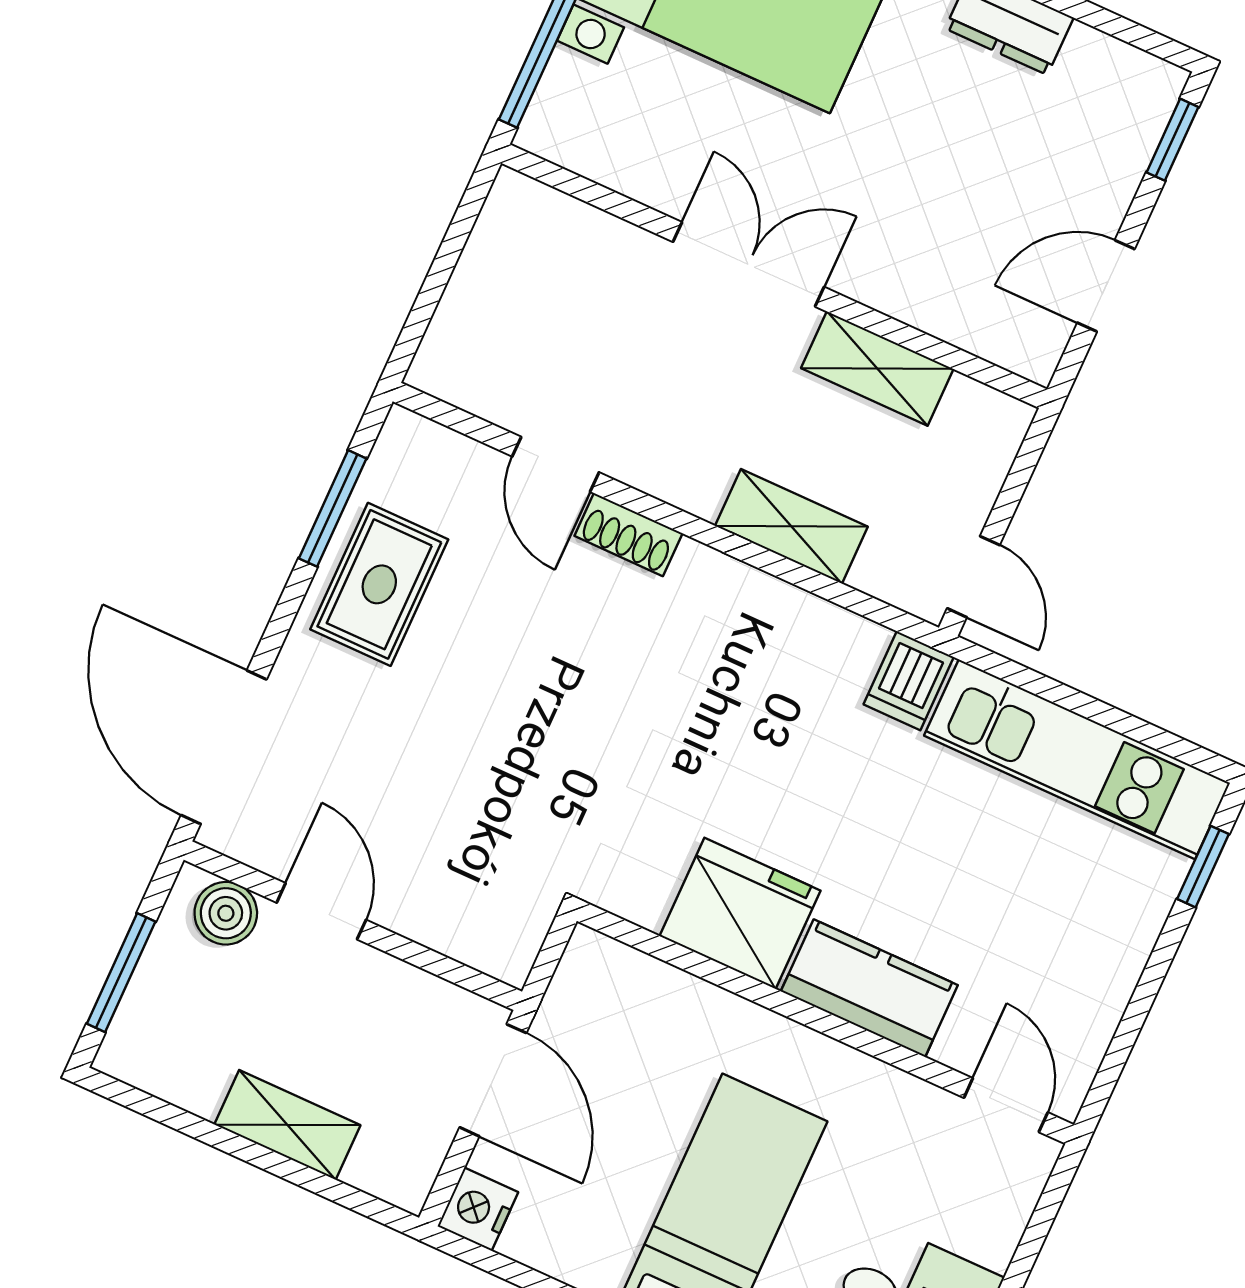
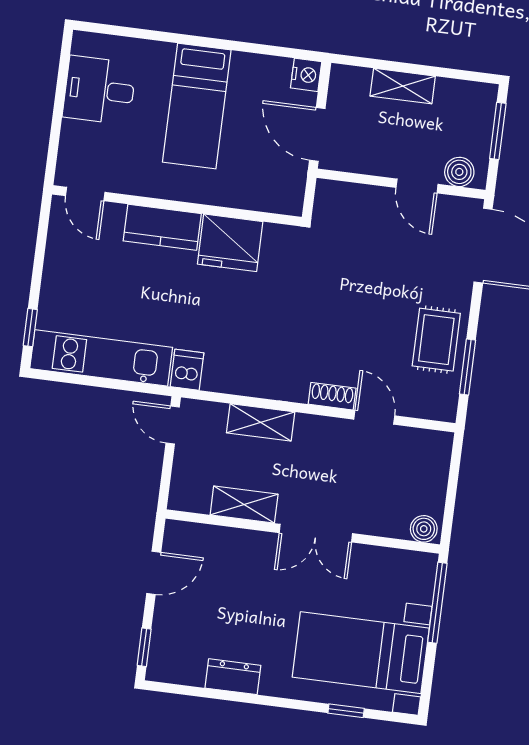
boiler: (525, 205) -> (424, 529), added

